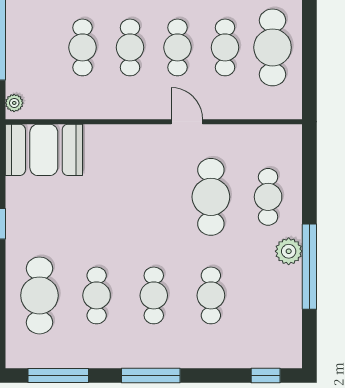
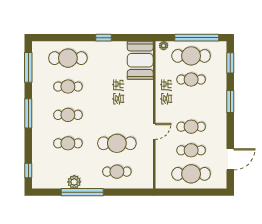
cafe table: (130, 47) -> (191, 56), moved, width x1.37, depth x1.35
plant: (289, 251) -> (74, 182), moved

